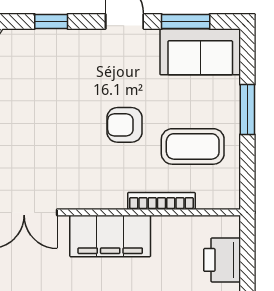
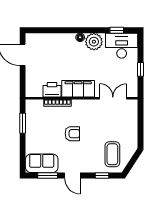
window: (247, 109) -> (23, 123), moved
coffee table: (193, 146) -> (112, 154), moved, turned 90
printer: (222, 260) -> (52, 90), moved, turned -90

